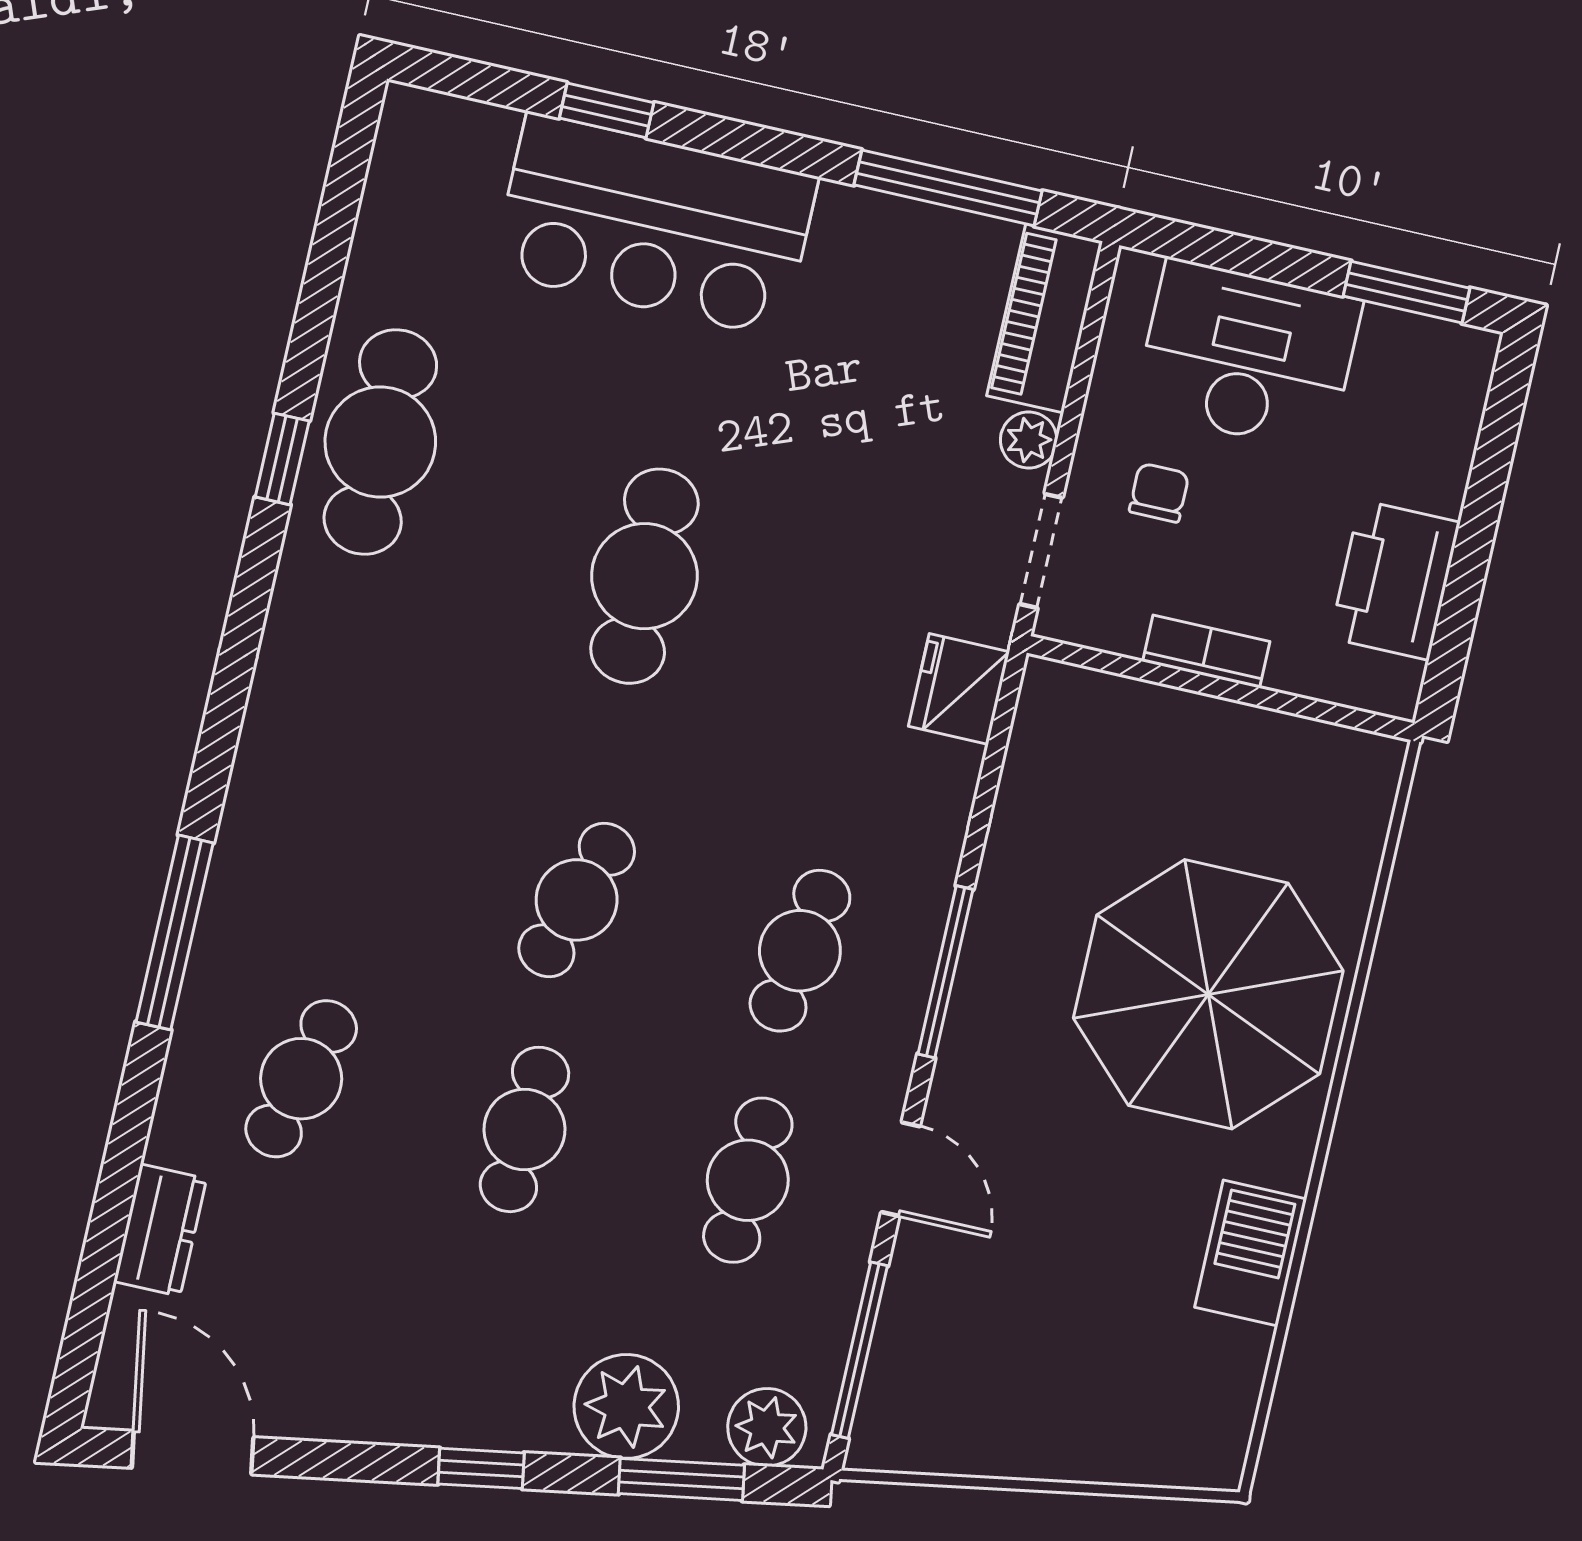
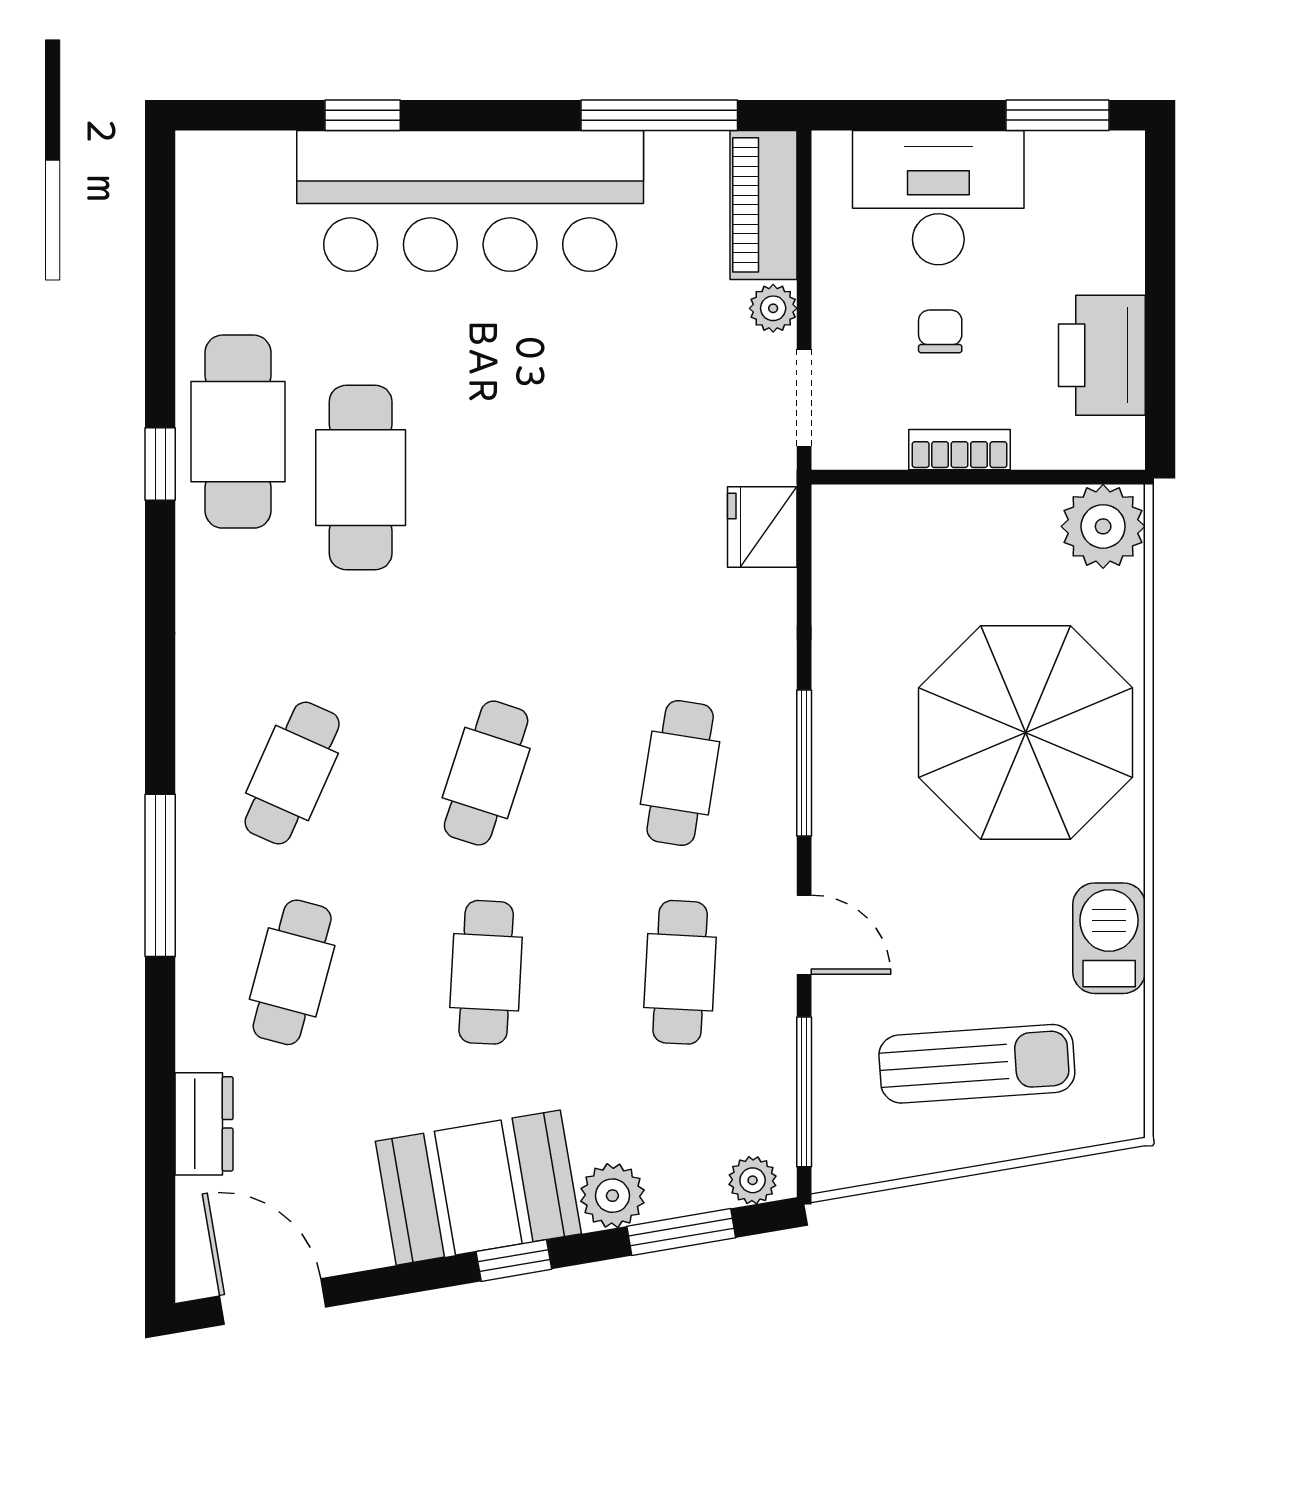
bar counter: (655, 225) -> (470, 201), width x1.36
chair: (1159, 493) -> (940, 331), moved
cafe table: (644, 576) -> (361, 478), moved
plant: (1351, 777) -> (1103, 526), added
cafe table: (353, 849) -> (292, 773), added
sun lounger: (1066, 1363) -> (977, 1064), added
booth: (459, 1375) -> (478, 1188), added
plant: (626, 1406) -> (612, 1196), width x0.73, depth x0.73
plant: (767, 1427) -> (753, 1180), width x0.73, depth x0.73

